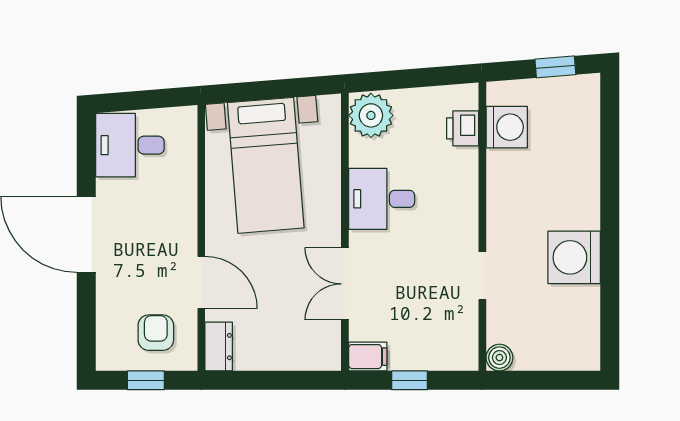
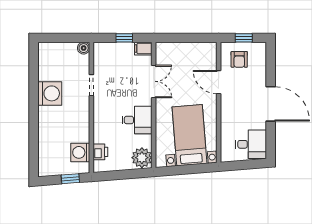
window: (555, 67) -> (70, 179), moved
dresser: (219, 347) -> (211, 53), removed

